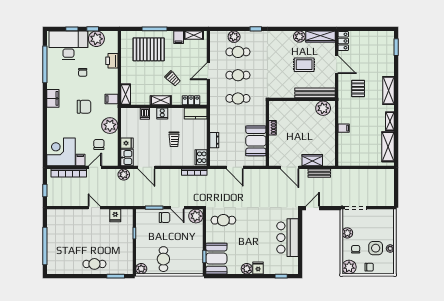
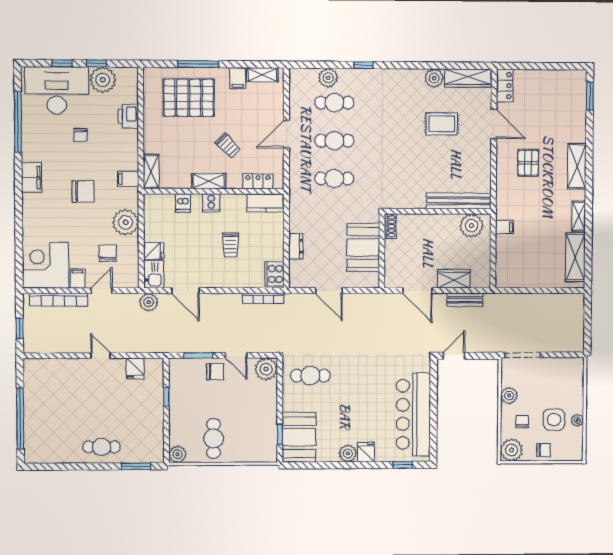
bench: (315, 93) -> (459, 201), moved
wall: (302, 99) -> (438, 211), moved
plant: (323, 108) -> (471, 226), moved
bar counter: (287, 238) -> (413, 414), width x1.36

